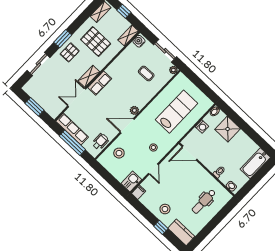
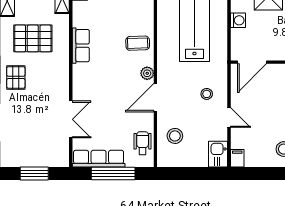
coffee table: (146, 74) -> (138, 43), moved
shelving: (89, 76) -> (62, 83), removed
row of seats: (100, 83) -> (81, 46), moved
double door: (77, 98) -> (71, 119), swing flipped

